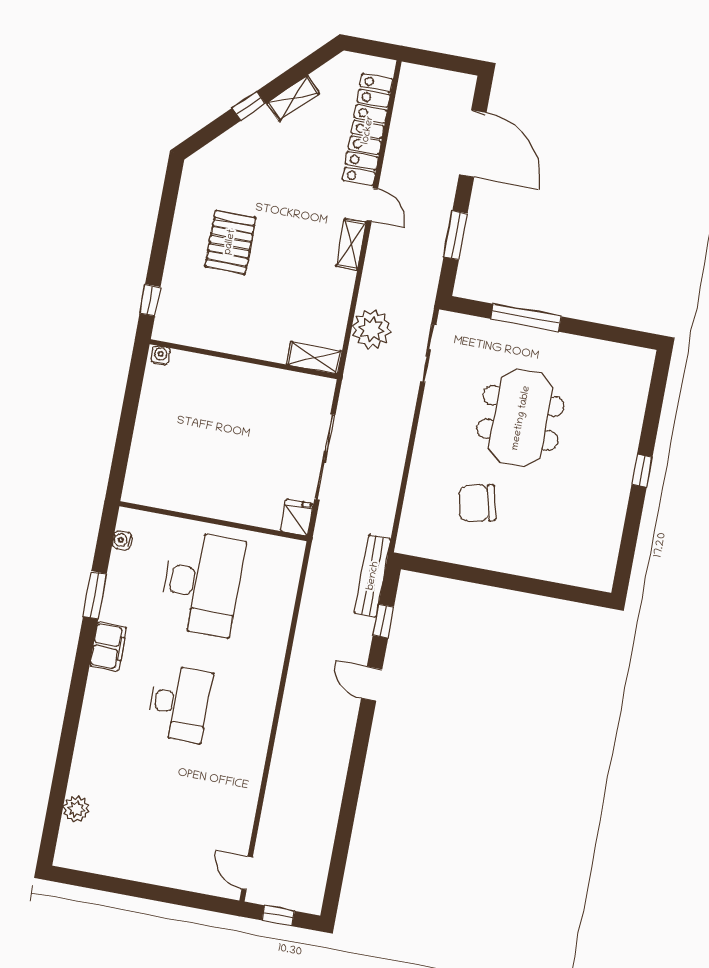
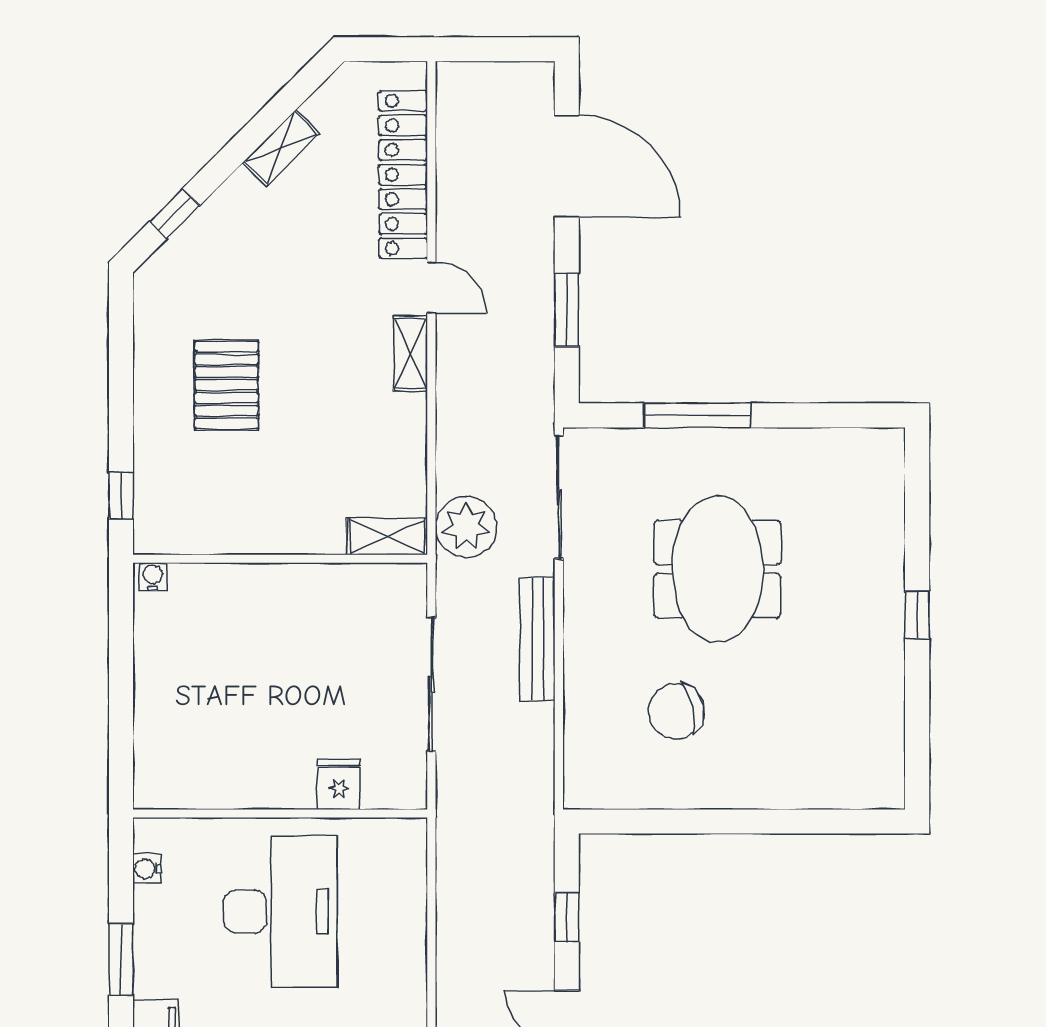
window: (249, 106) -> (175, 214), moved
plant: (372, 329) -> (466, 527), moved
sliding door: (428, 353) -> (559, 497), width x1.37
fridge: (297, 517) -> (339, 784), moved
bench: (373, 576) -> (538, 639), moved

